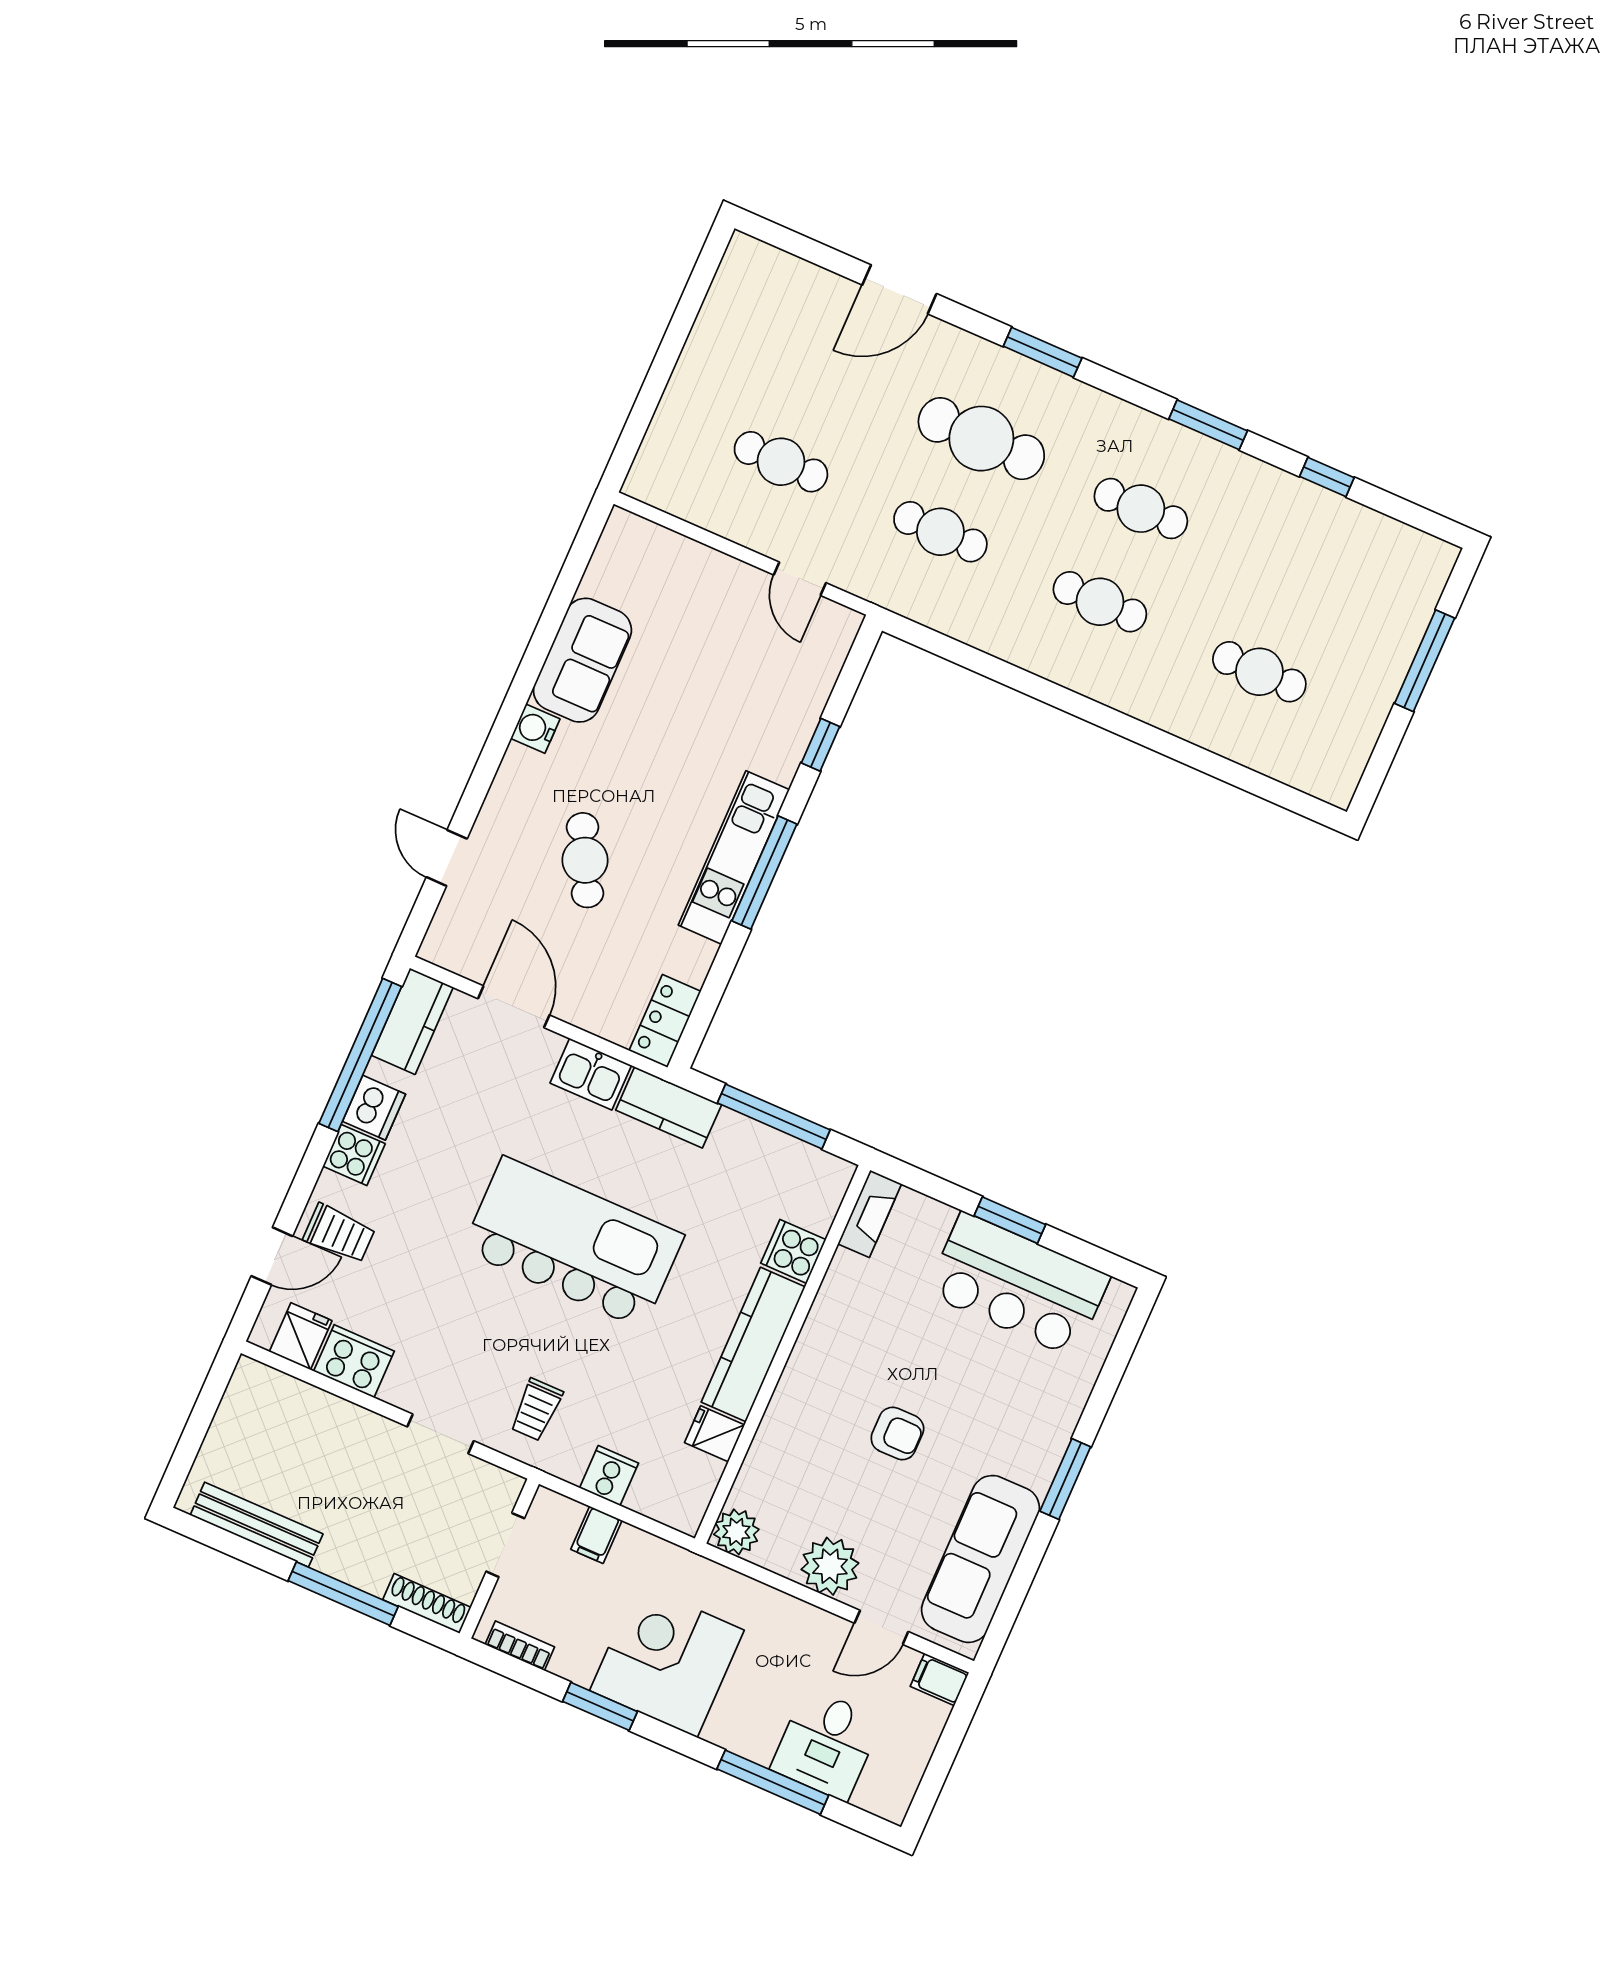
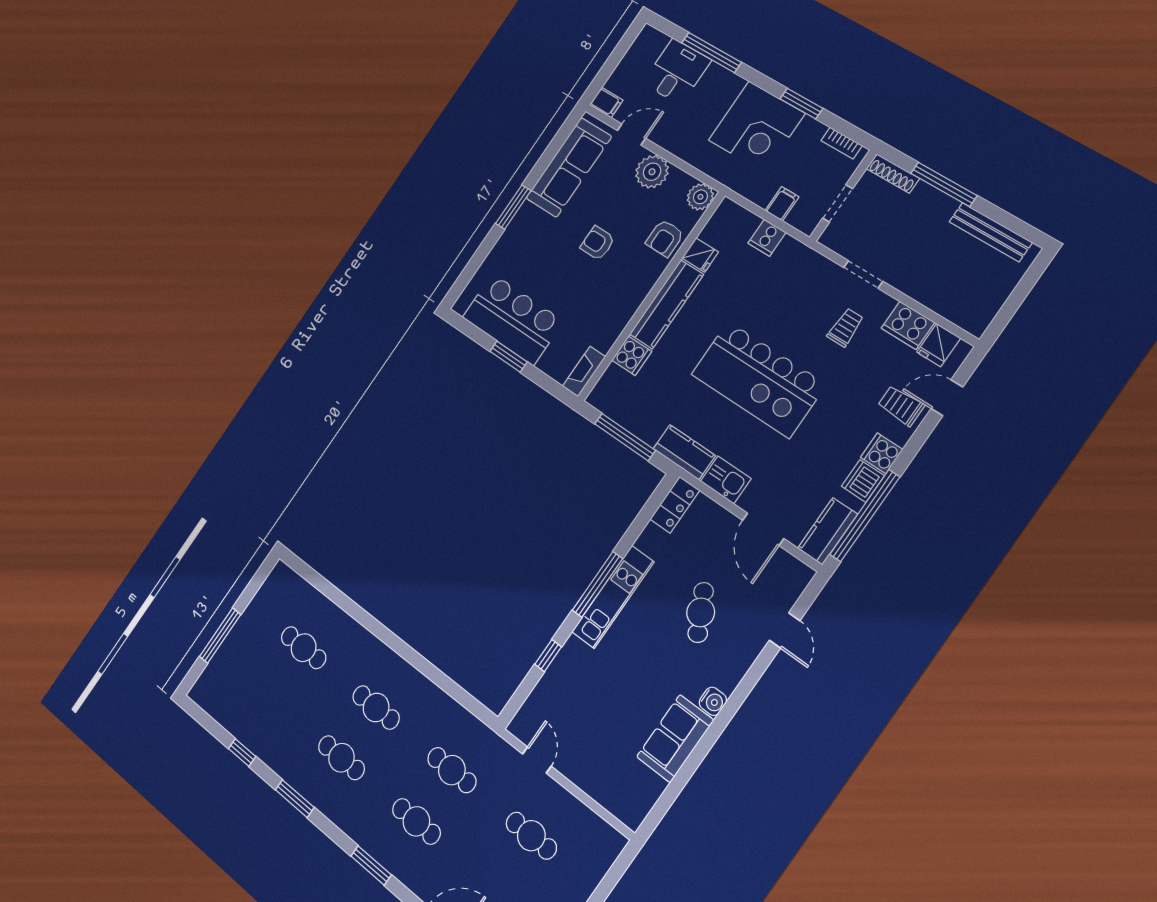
cafe table: (981, 439) -> (416, 821), width x0.73, depth x0.74
trolley: (536, 1410) -> (845, 327), moved
armchair: (782, 1455) -> (665, 238), added

